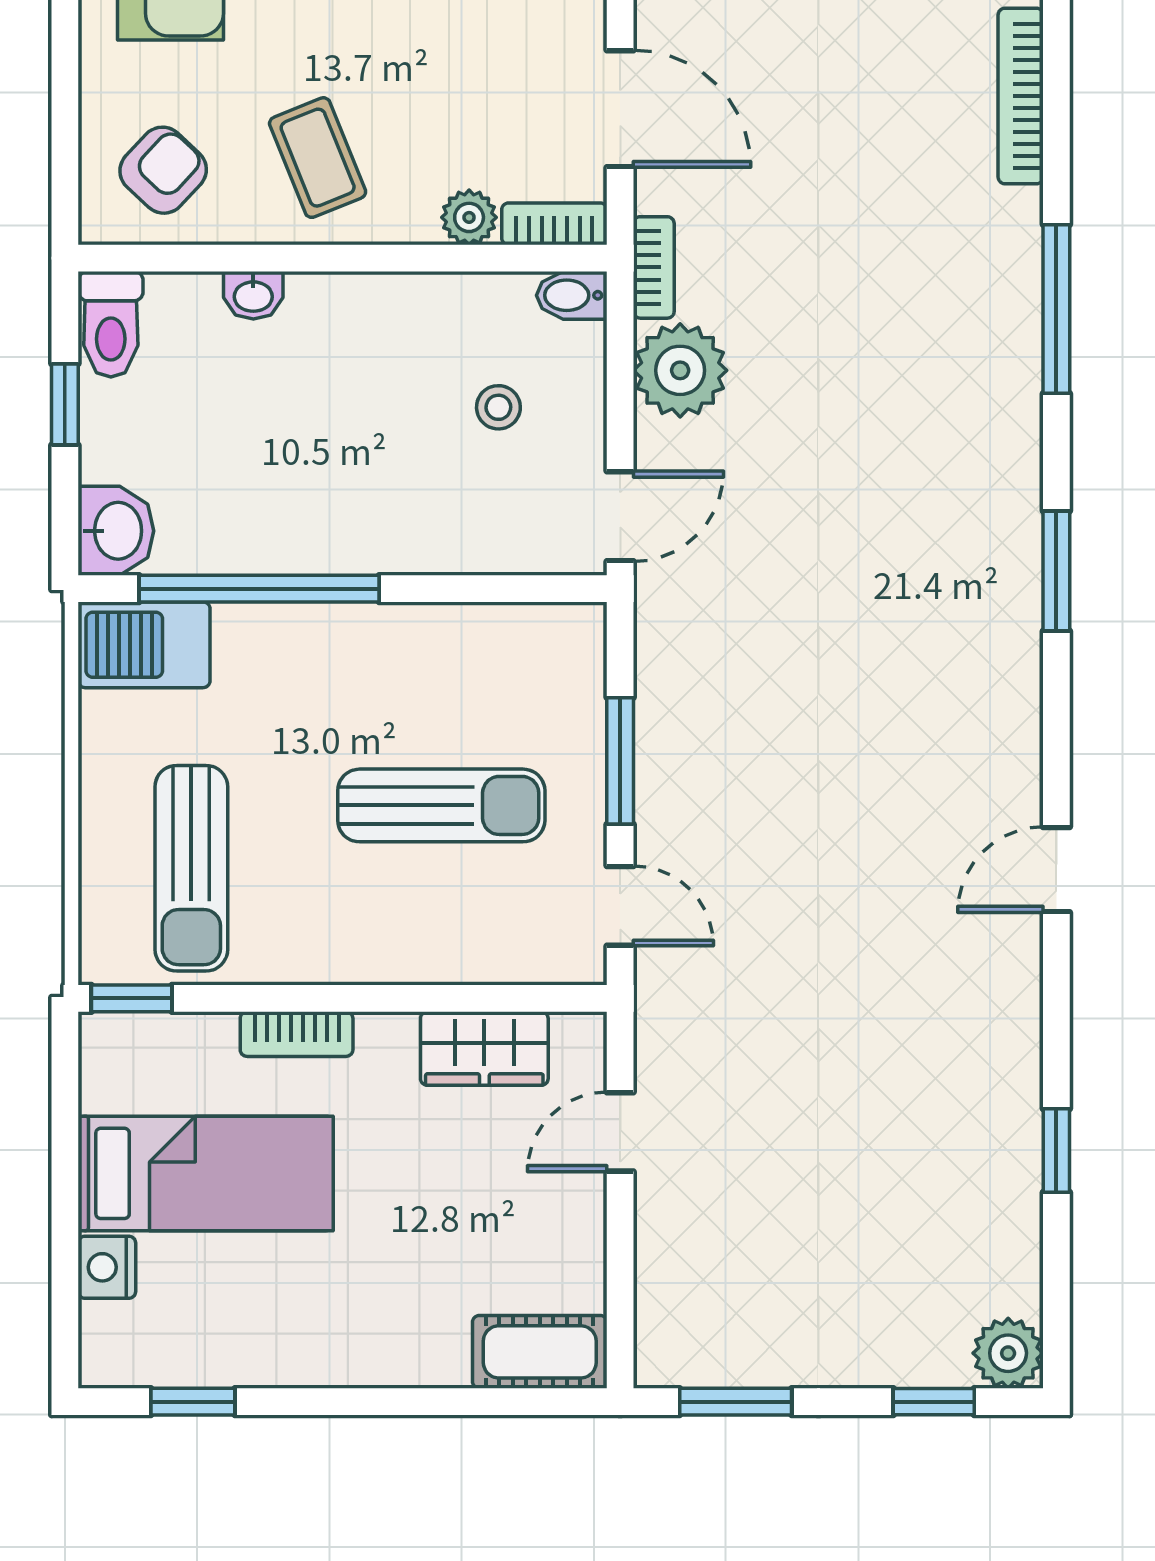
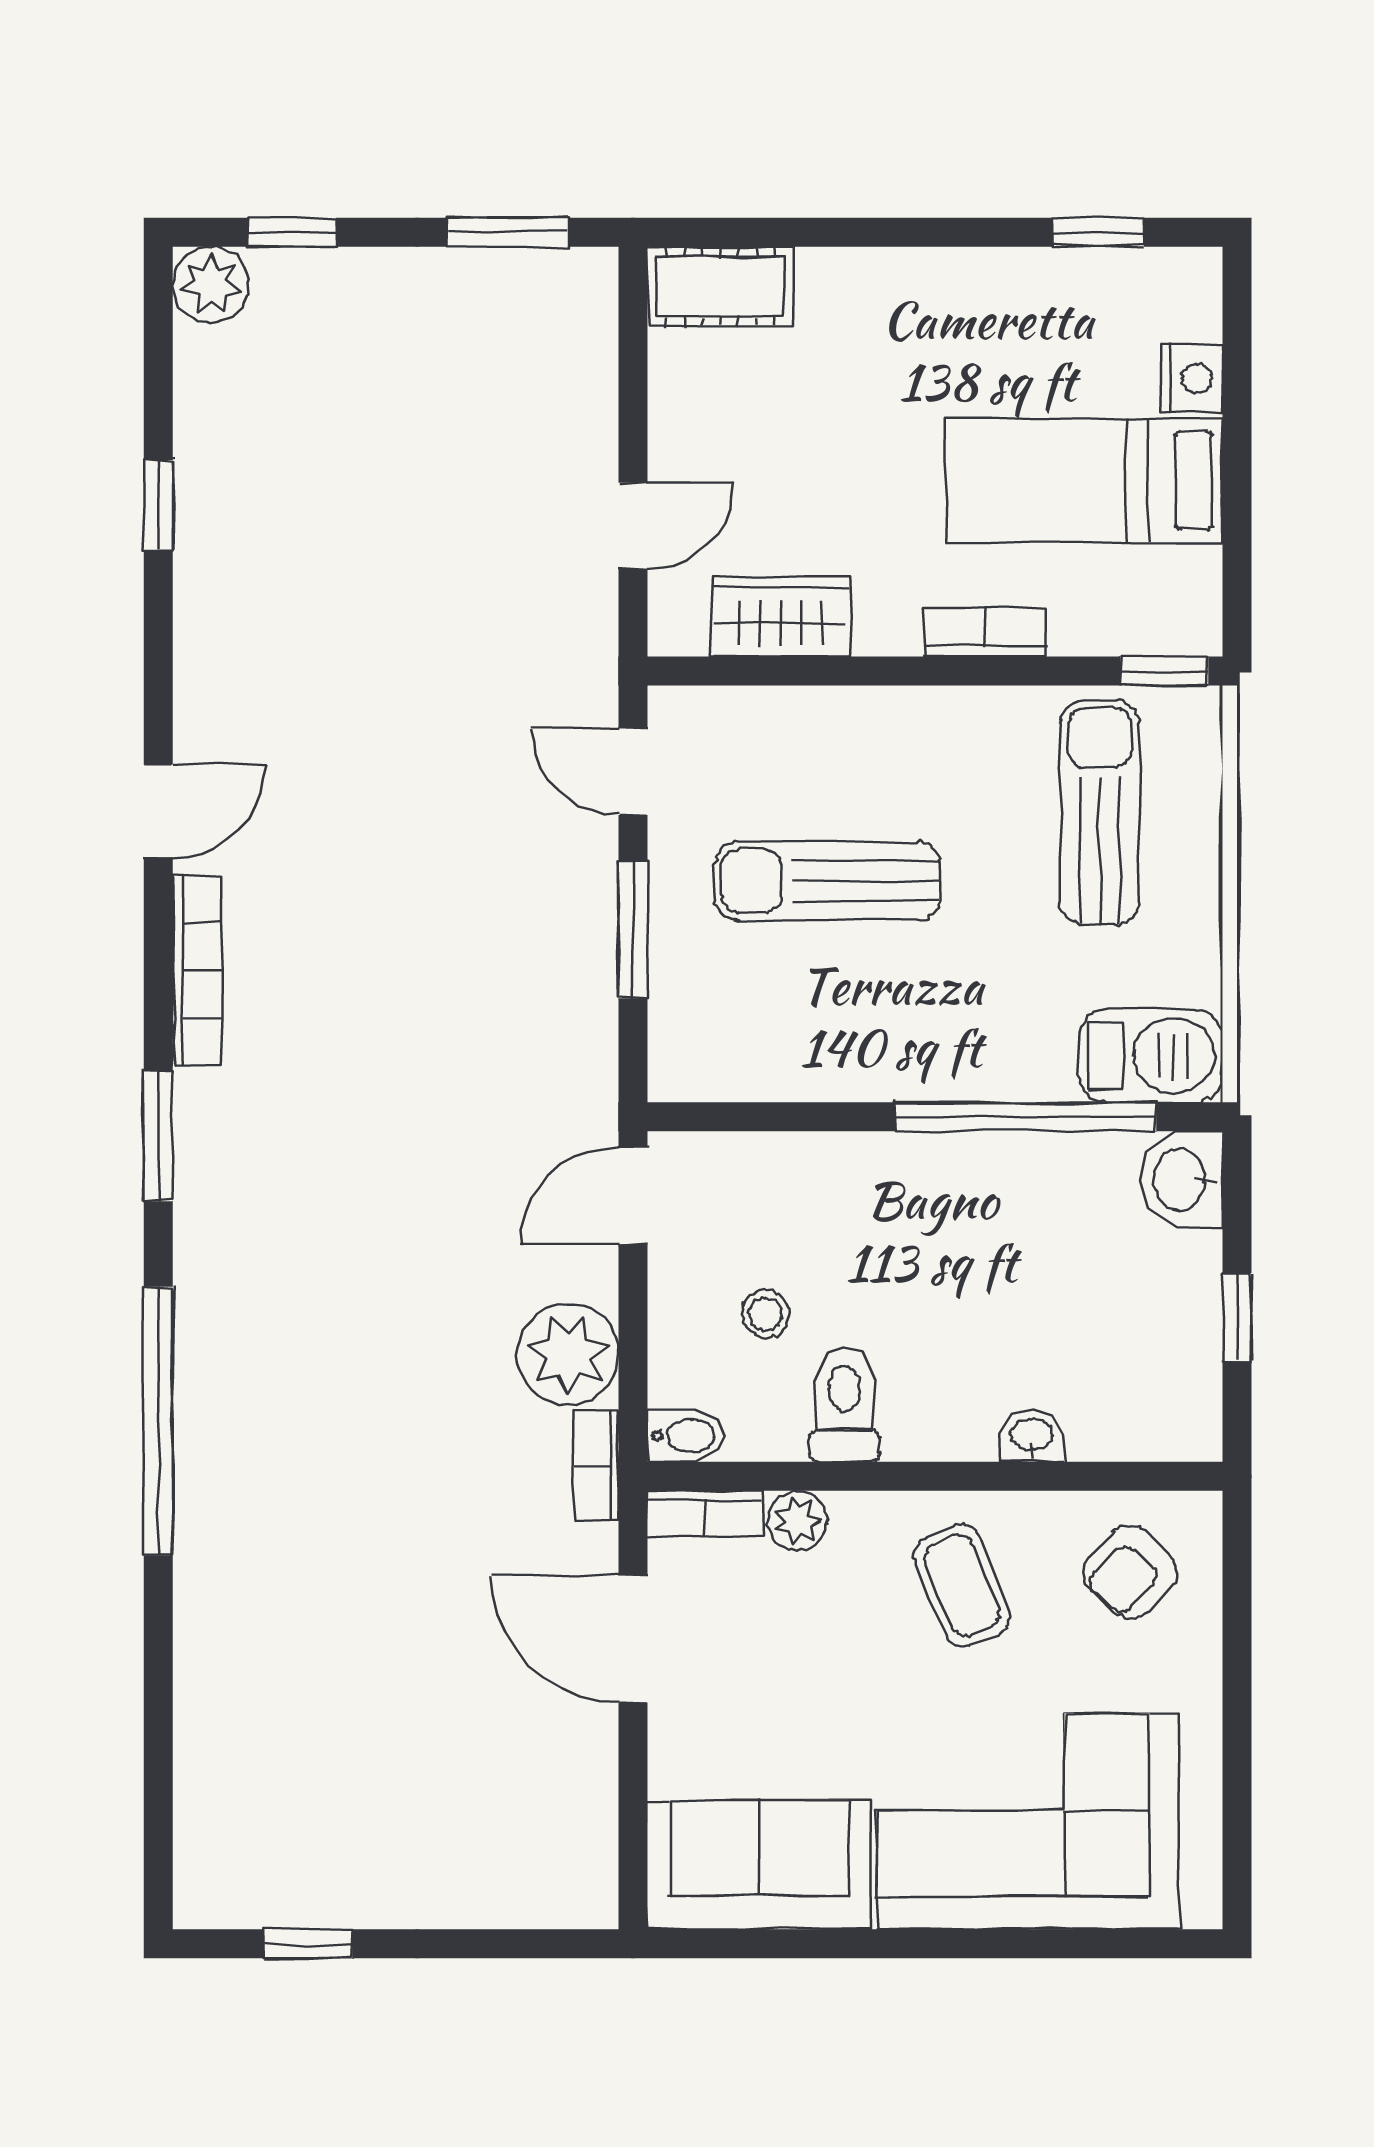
bookcase: (1021, 96) -> (197, 971), moved
window: (1056, 309) -> (158, 1421), width x1.46
toilet: (111, 324) -> (844, 1404), moved

